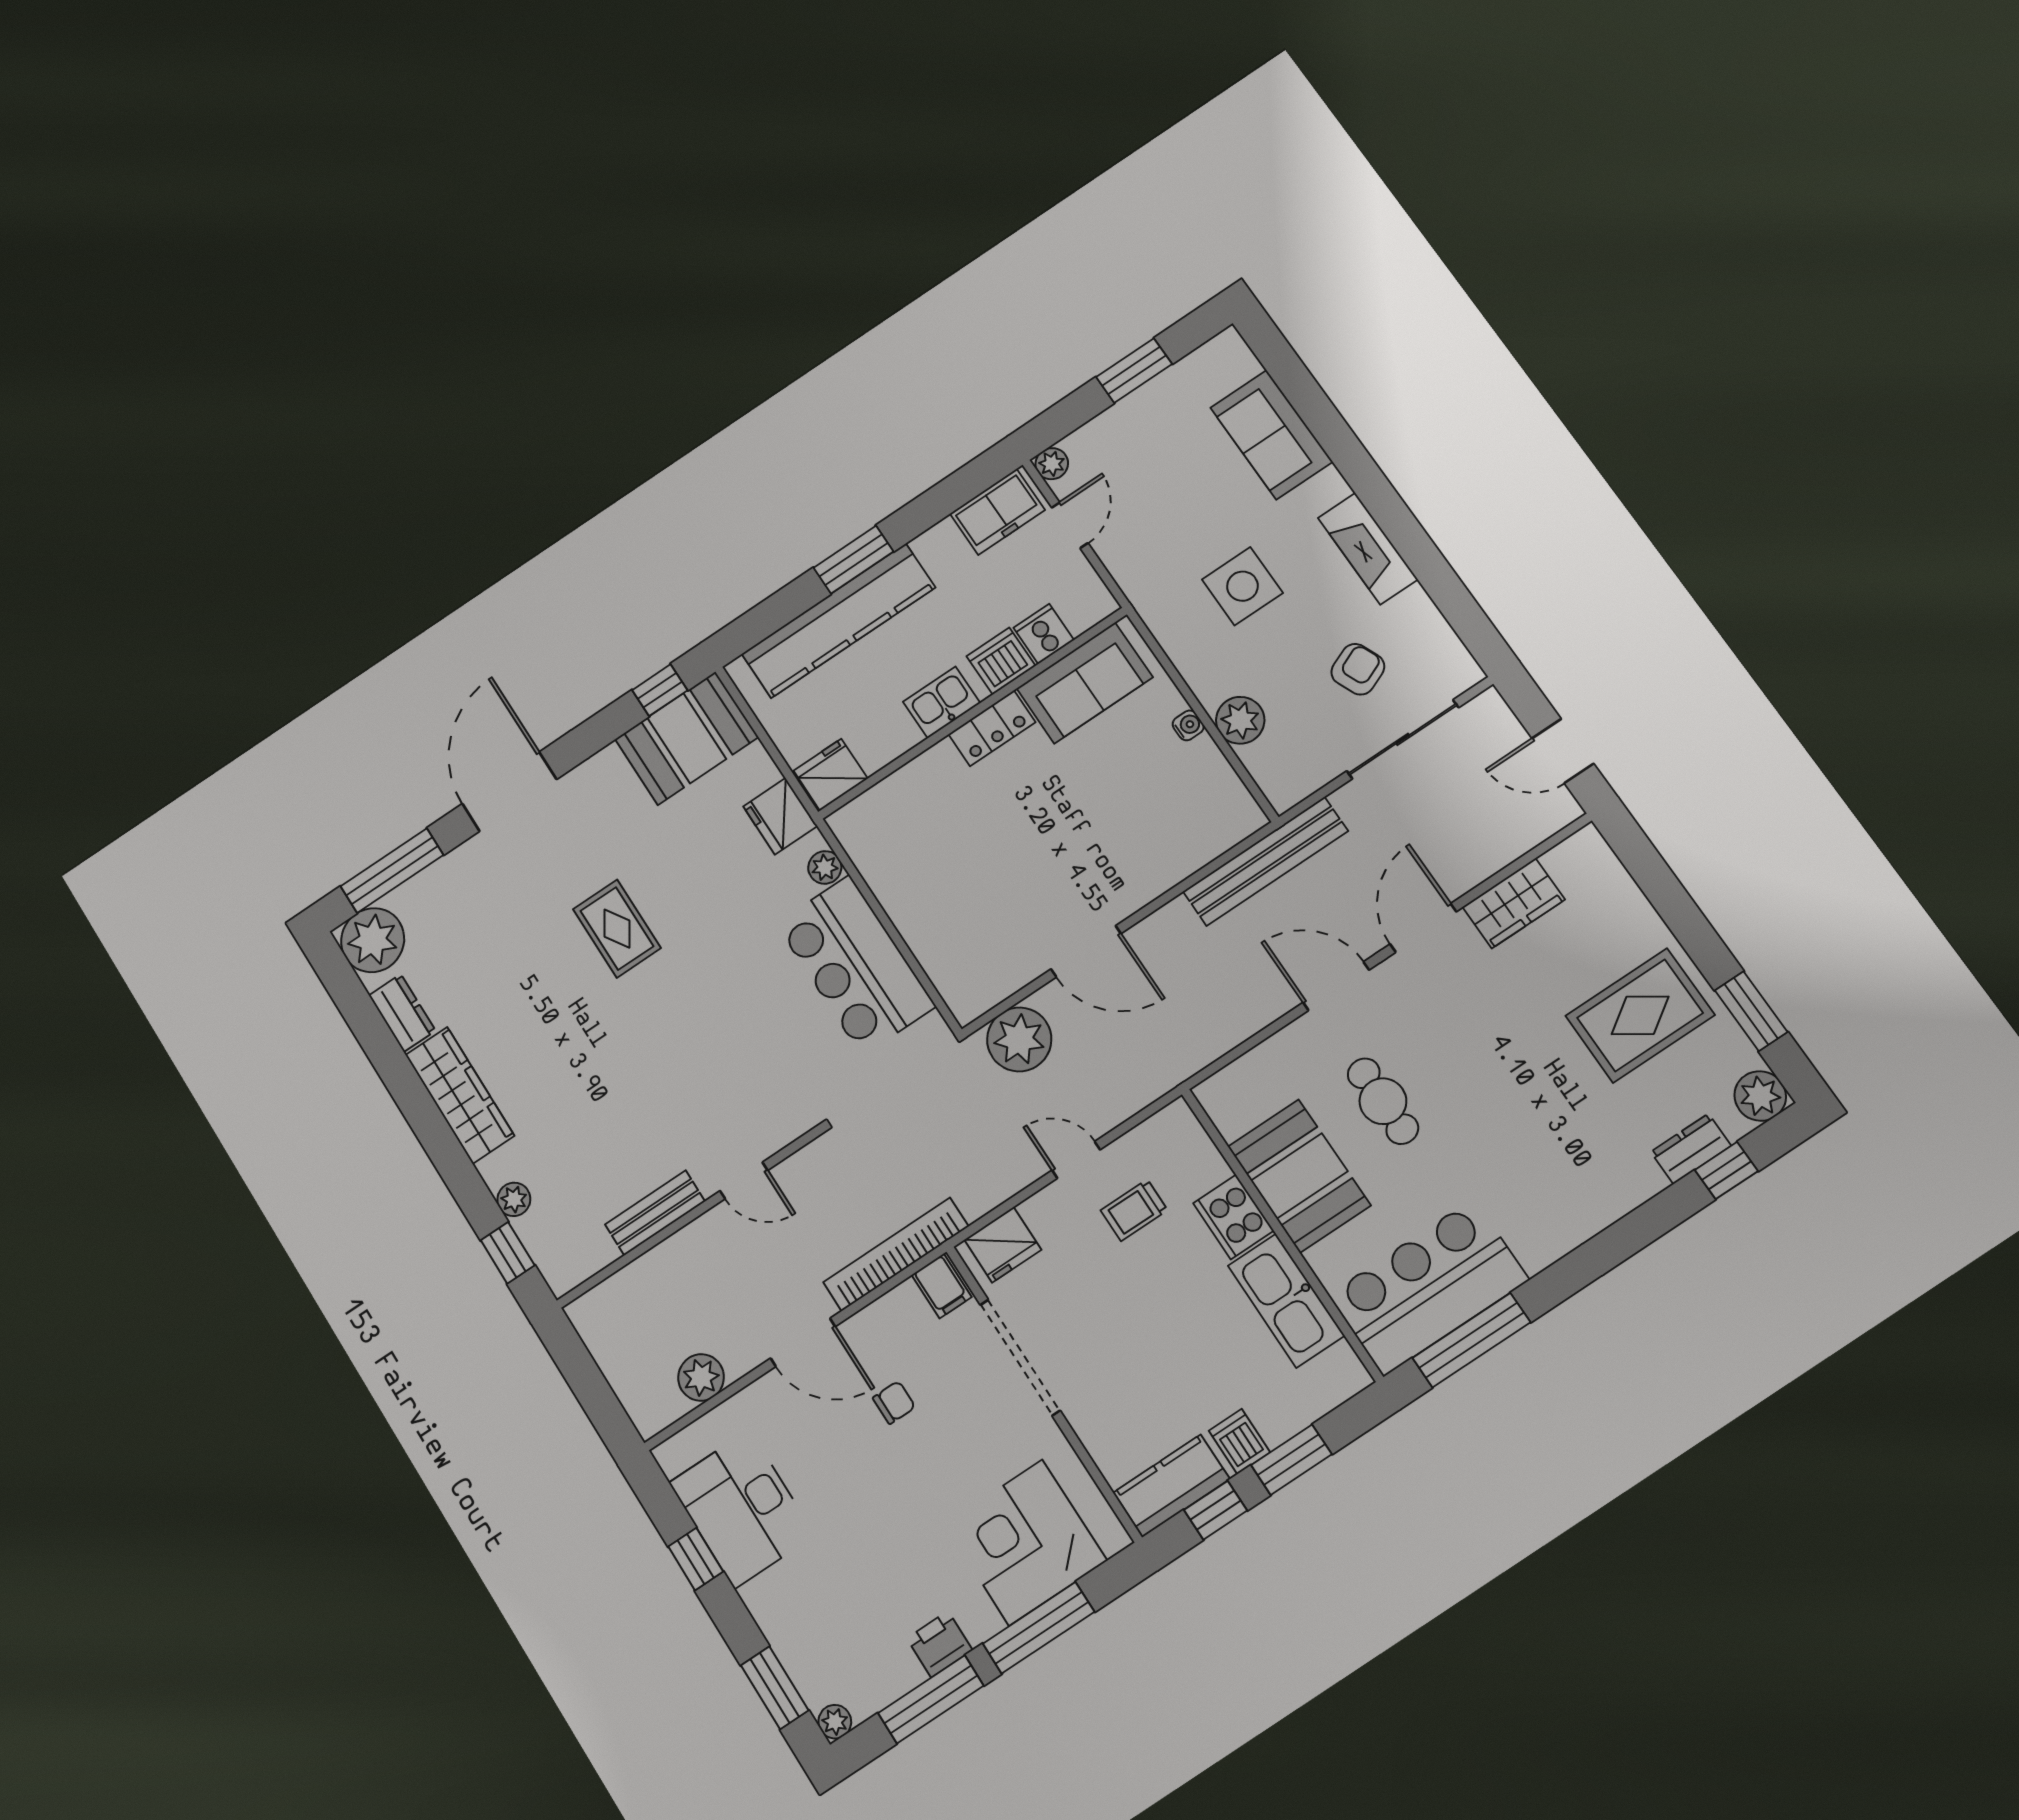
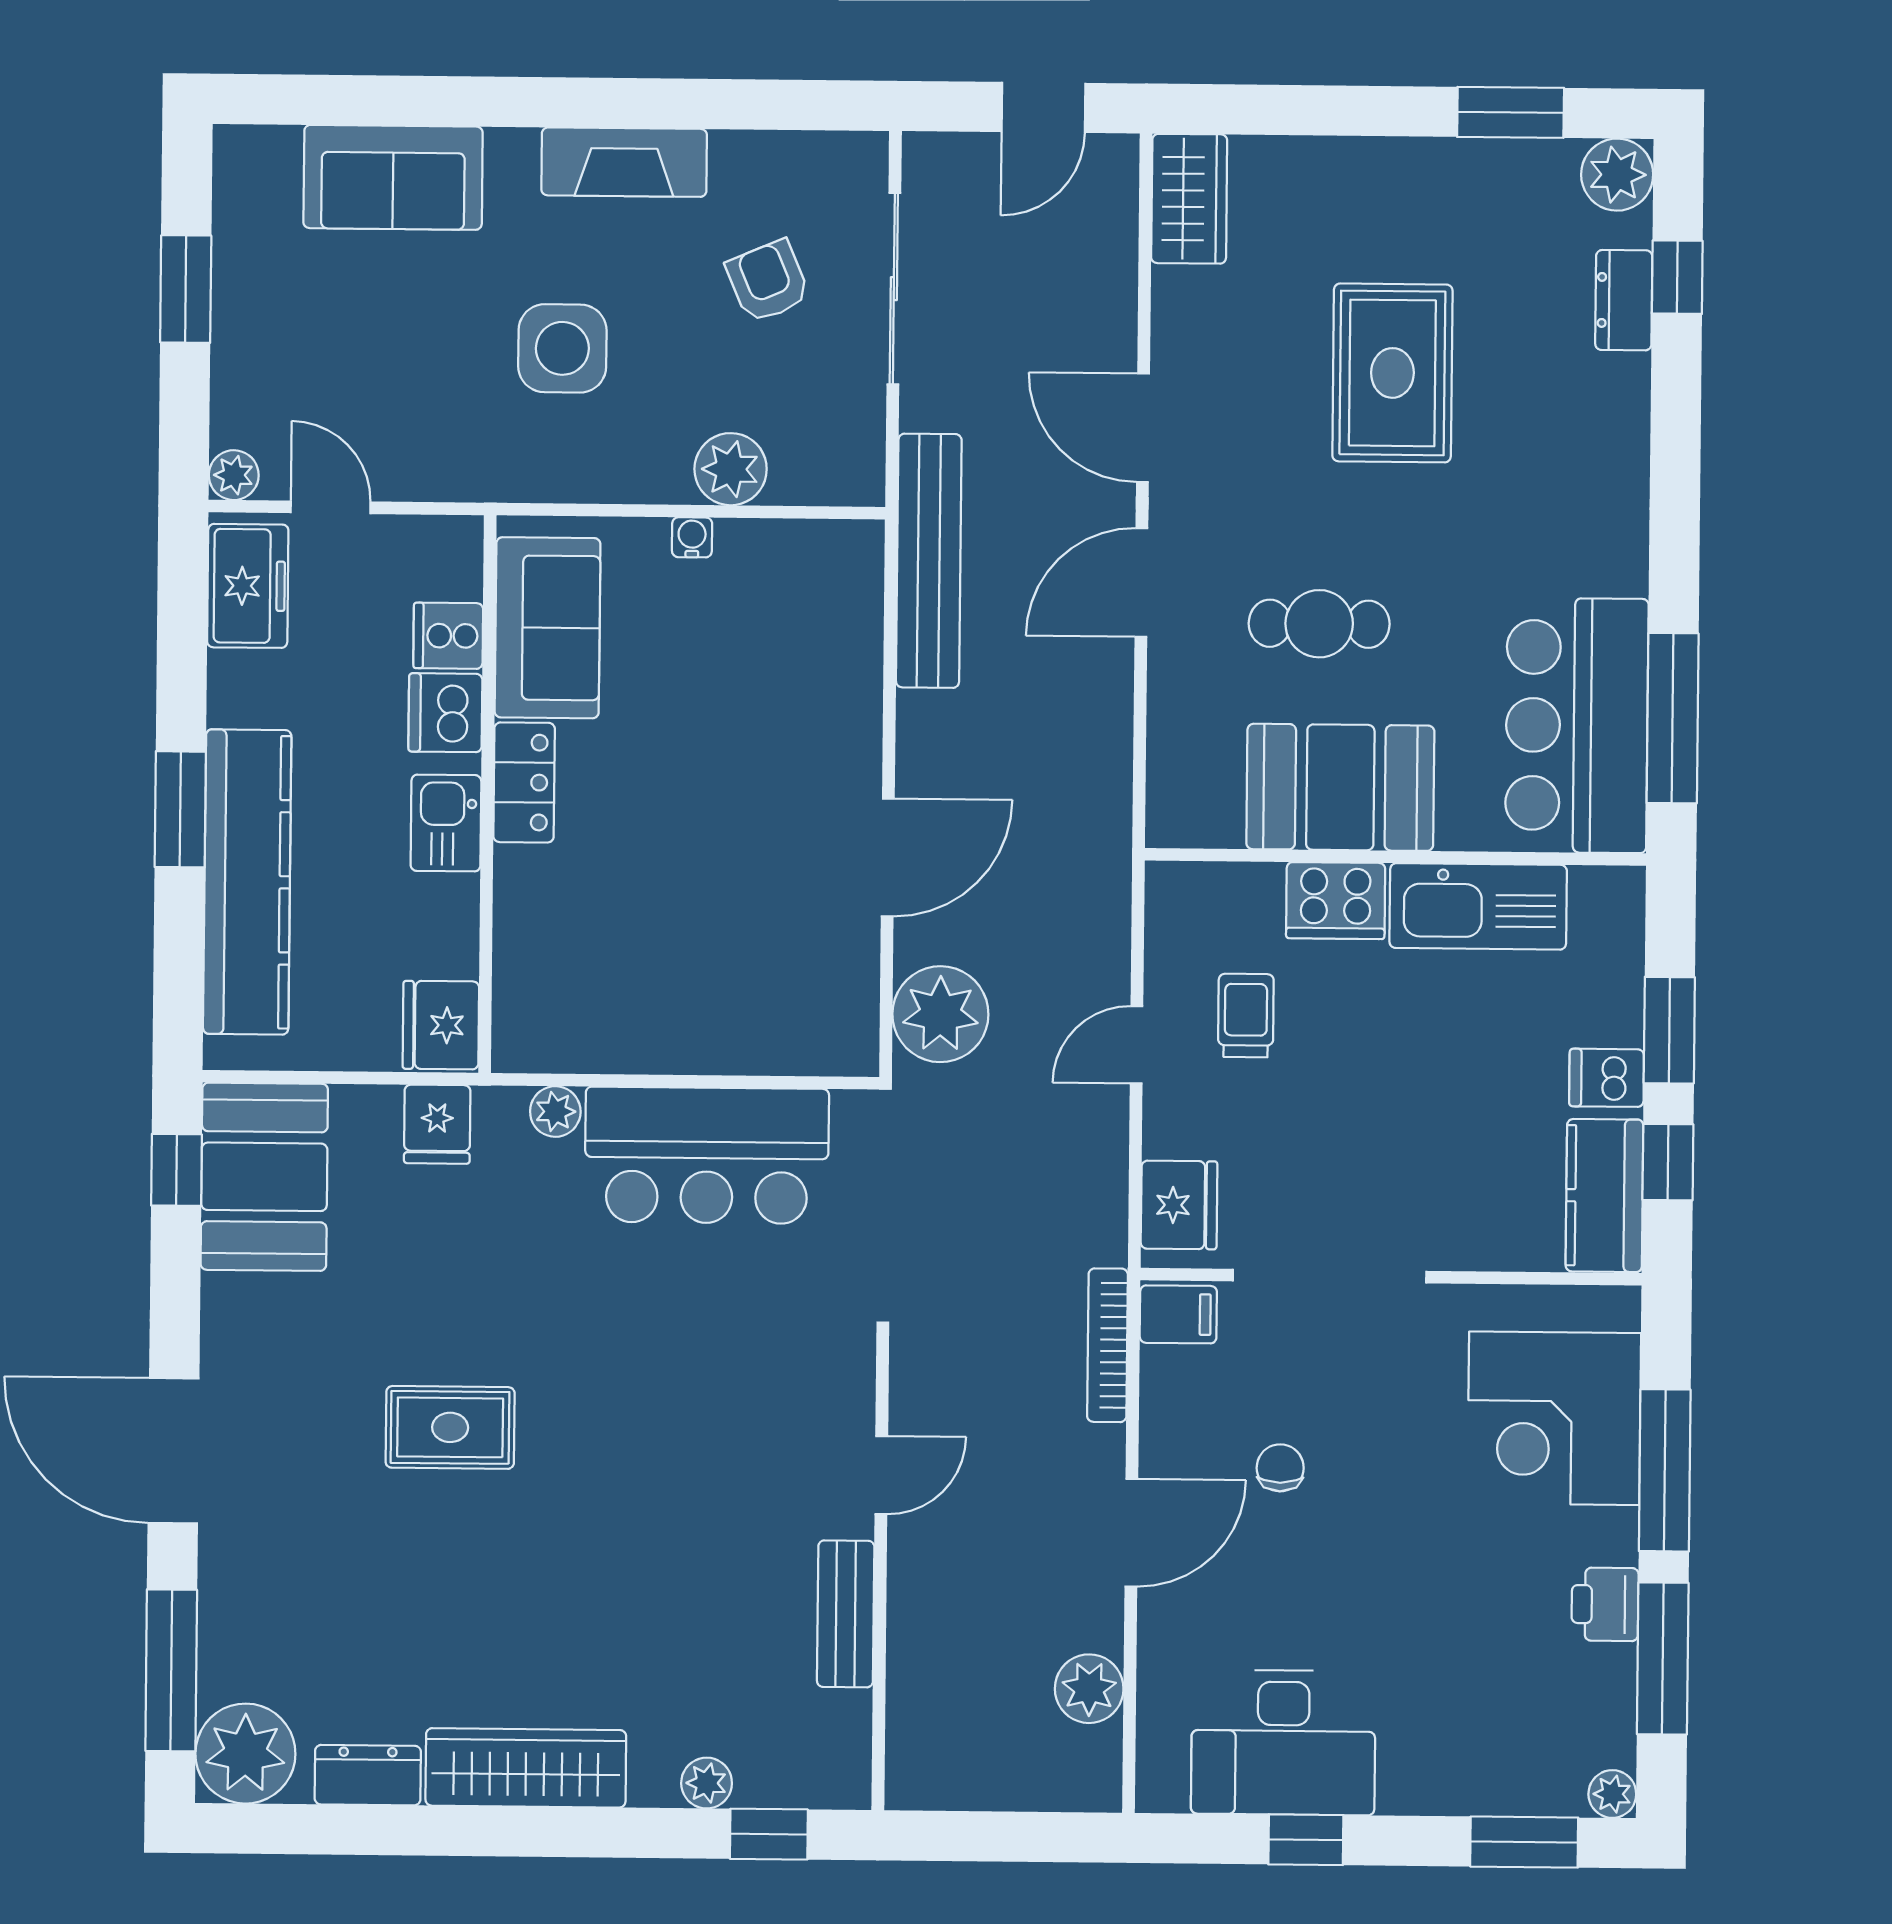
fridge: (780, 816) -> (437, 1124), width x0.72
wardrobe: (1514, 903) -> (1189, 199), moved
rug: (1640, 1015) -> (1392, 373), moved
trolley: (1134, 1210) -> (1246, 1016), turned 180
bookcase: (896, 1254) -> (1107, 1345), width x0.68, depth x0.76

